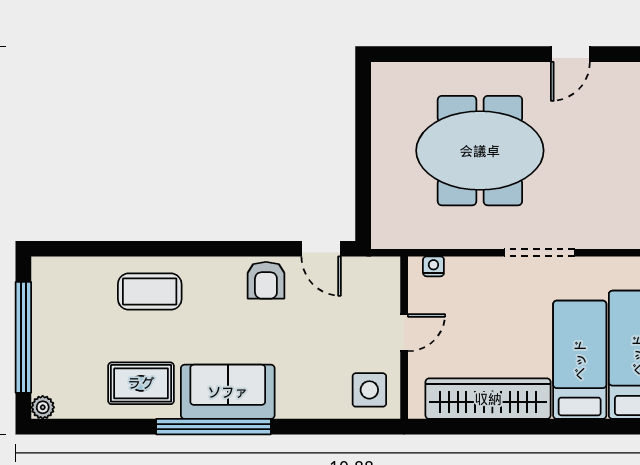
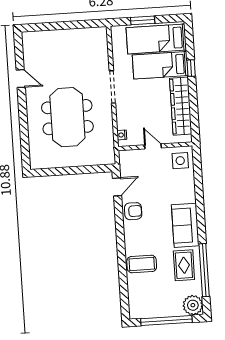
coffee table: (150, 292) -> (142, 264), turned 90
plant: (43, 407) -> (193, 305), width x1.88, depth x1.88
window: (214, 427) -> (204, 270), moved
window: (569, 427) -> (191, 68), added

